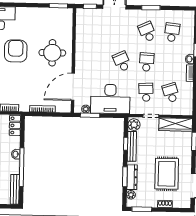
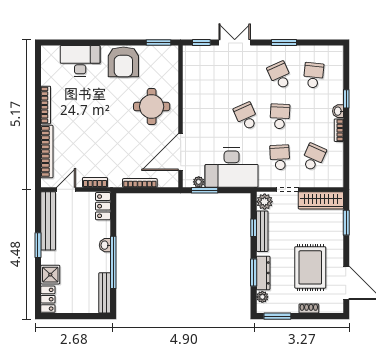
armchair: (16, 51) -> (123, 62), moved, turned 180
school desk: (171, 93) -> (313, 157), turned 42

